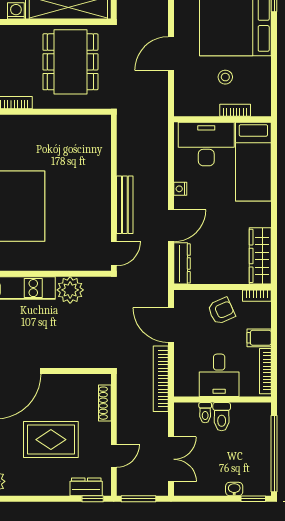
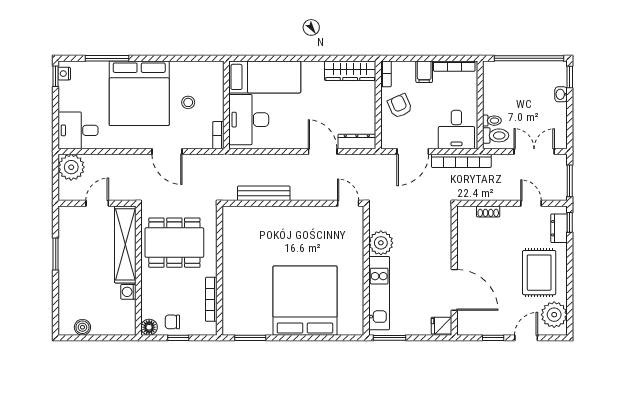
bookcase: (235, 110) -> (218, 135), moved
nightstand: (180, 189) -> (289, 143), removed
bench: (125, 205) -> (264, 193), moved
desk: (219, 375) -> (456, 130), moved, turned 90
shoe rack: (105, 403) -> (488, 211), width x0.70
toilet: (222, 417) -> (496, 135), moved
rug: (51, 440) -> (539, 273), moved

